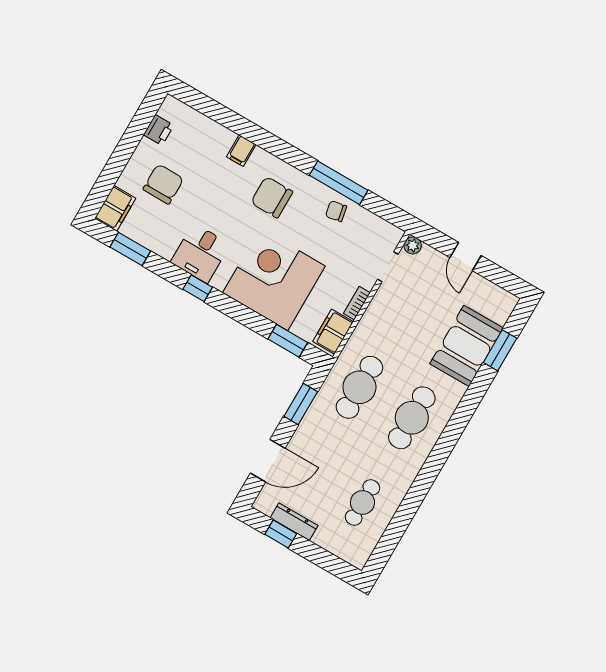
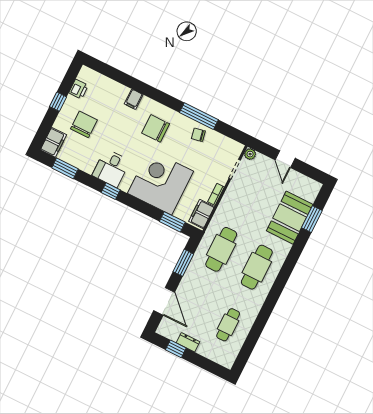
window: (126, 147) -> (58, 102), added
door: (268, 461) -> (164, 301), hinge flipped
dresser: (294, 522) -> (188, 342), width x0.70

